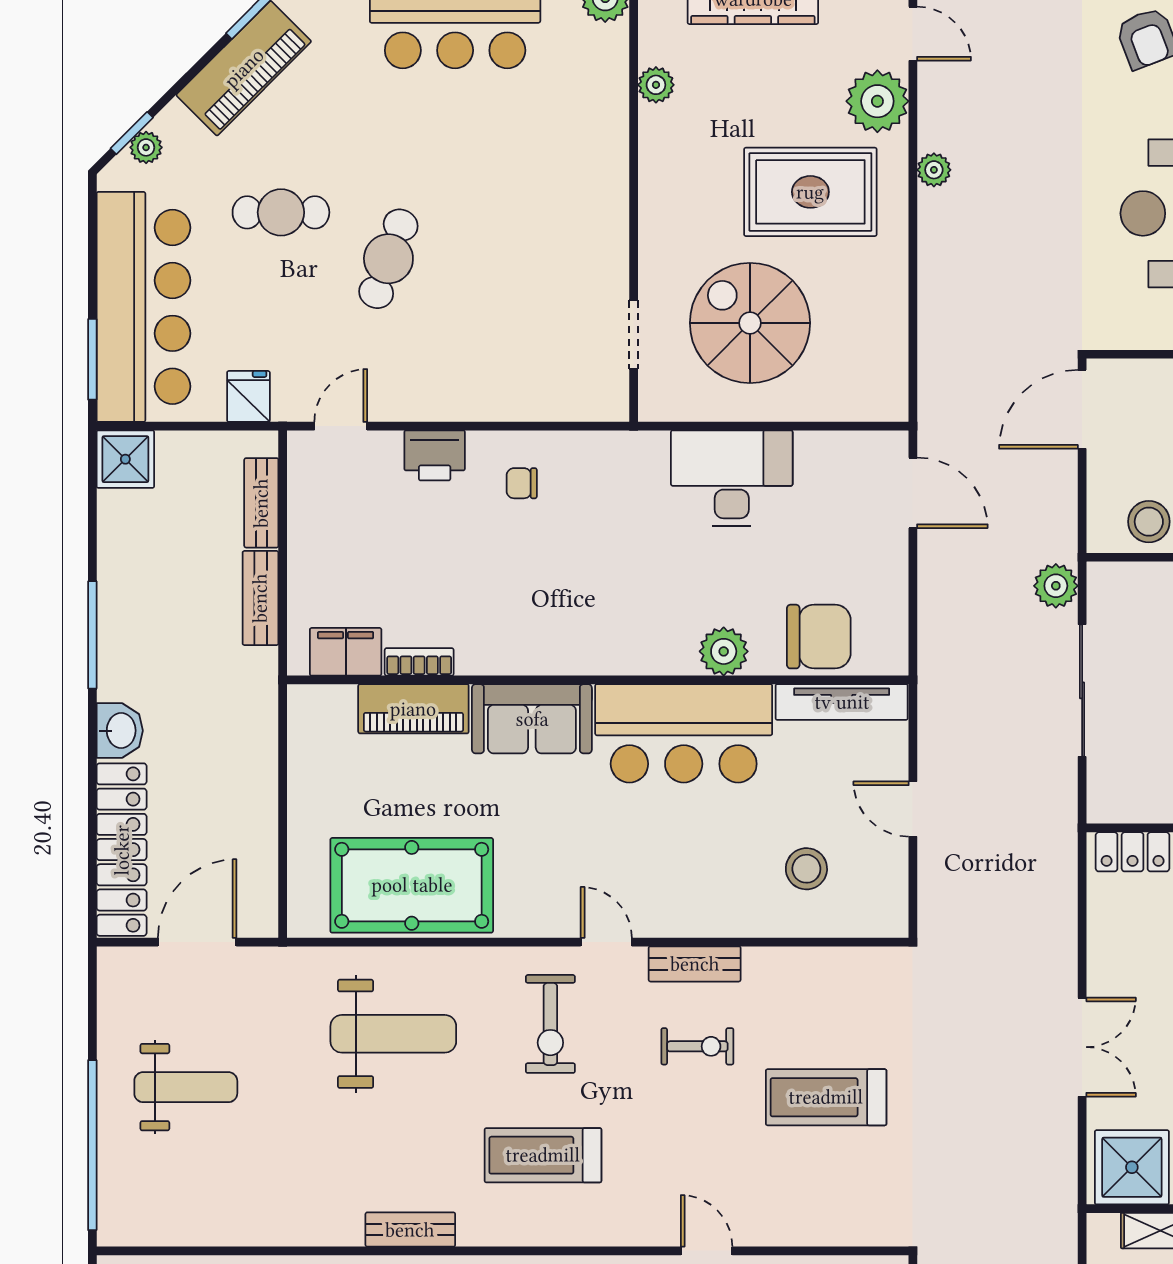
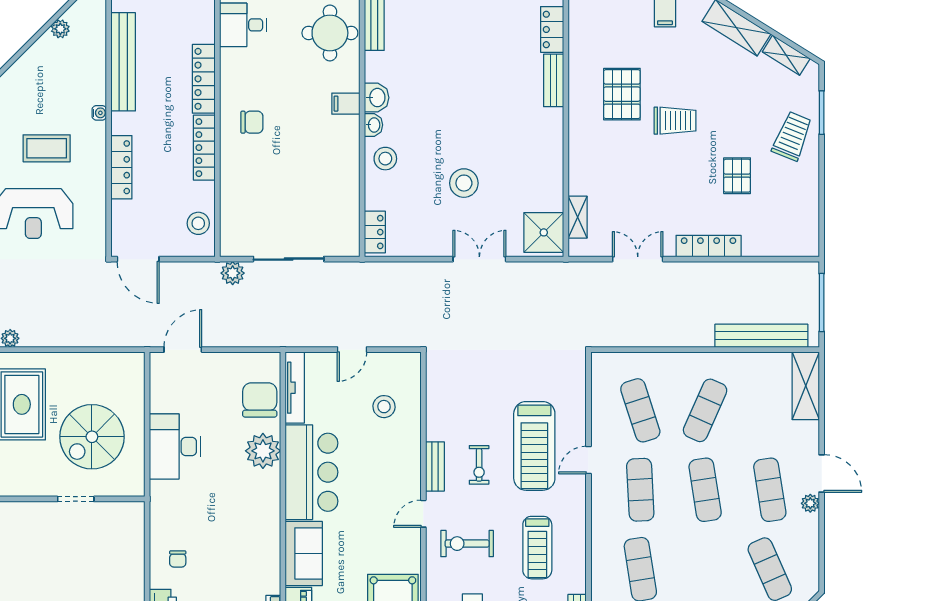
doorway: (634, 335) -> (76, 499), moved
plant: (724, 651) -> (263, 451), width x1.36, depth x1.36
exercise bike: (550, 1024) -> (467, 544), turned 180
exercise bike: (697, 1046) -> (479, 465), turned 180
treadmill: (826, 1097) -> (534, 446), moved, width x1.37, depth x1.38

